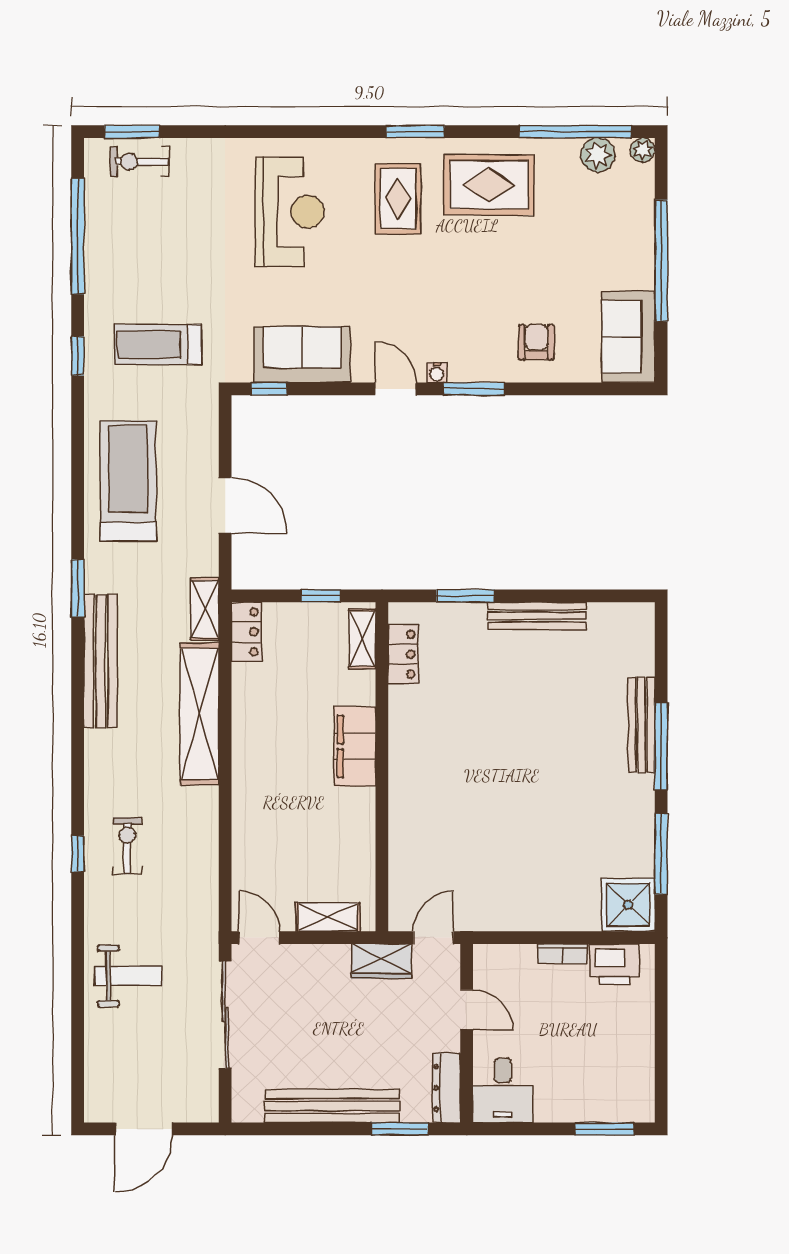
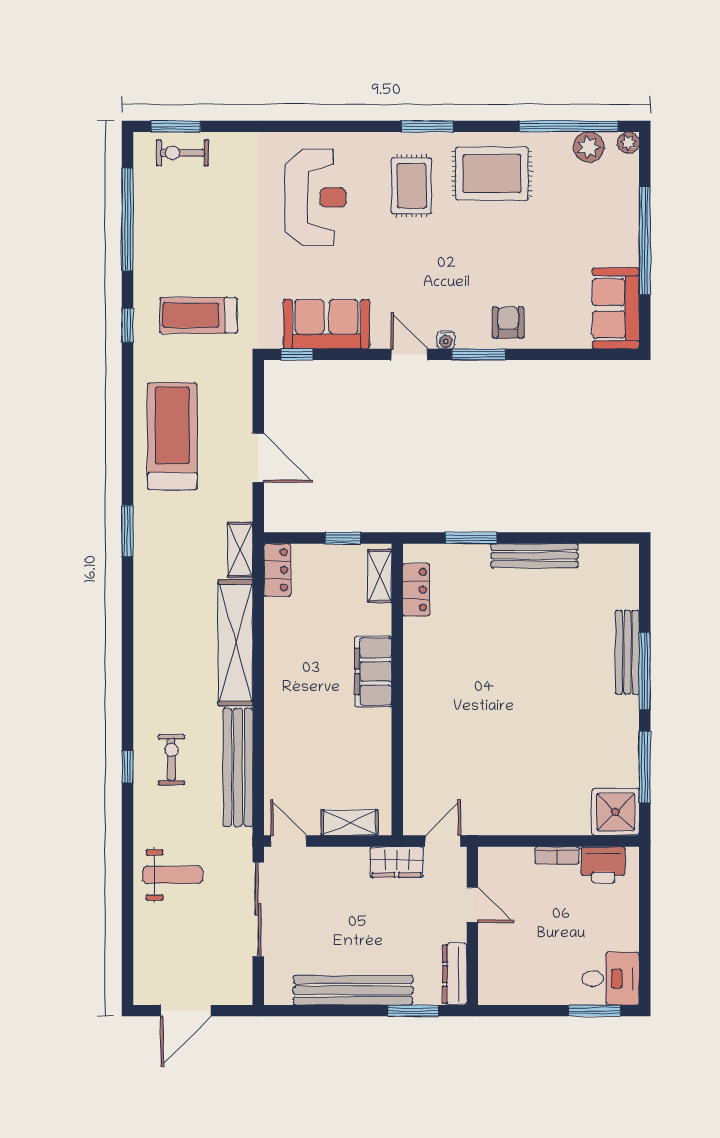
armchair: (536, 342) -> (508, 322), moved
bench: (101, 661) -> (238, 767), moved
desk: (503, 1090) -> (611, 979), moved, turned -90

